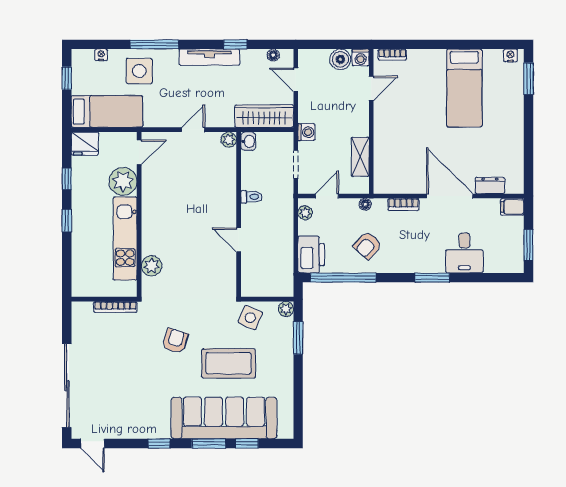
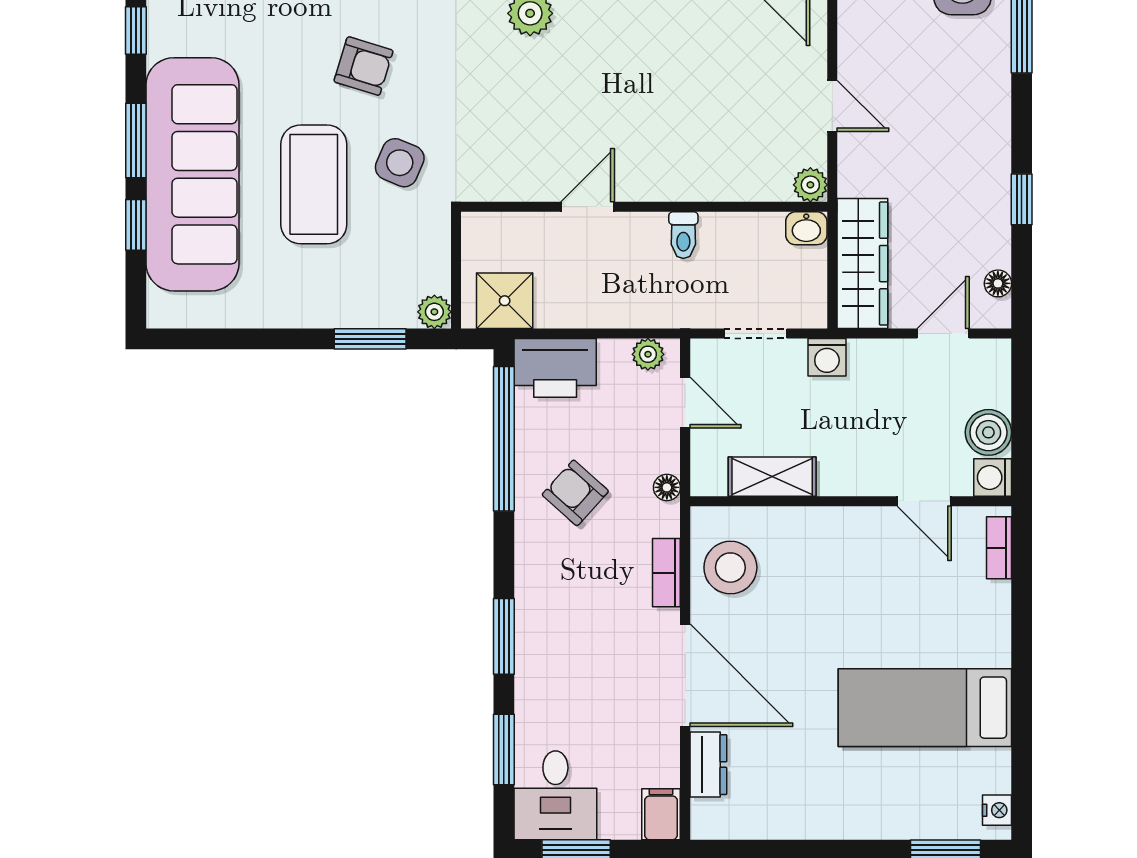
tv unit: (209, 57) -> (993, 142), removed
stool: (401, 176) -> (730, 568), added
door: (450, 196) -> (685, 675), hinge flipped
desk: (464, 253) -> (555, 795), moved, turned -90
shower: (281, 277) -> (505, 301), added
window: (483, 278) -> (504, 749), added
side table: (250, 318) -> (400, 163), moved

